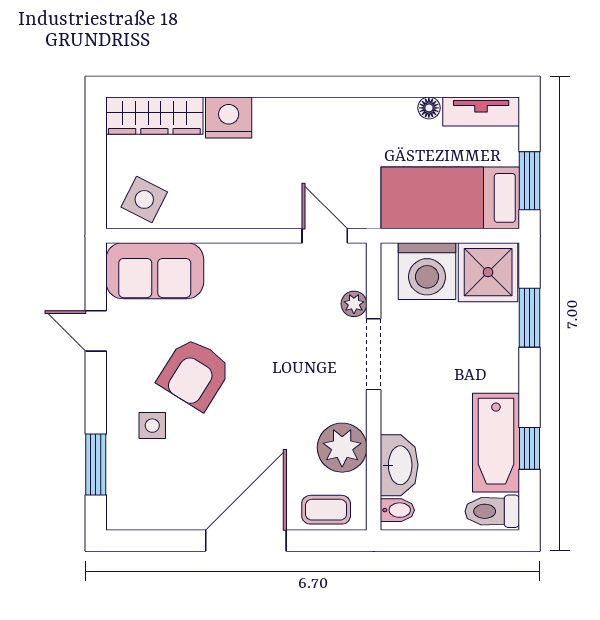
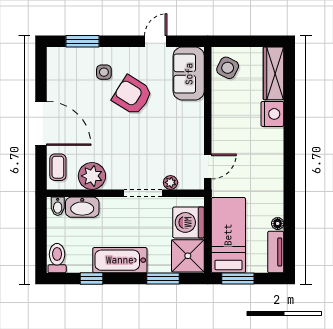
bathtub: (496, 443) -> (120, 260), moved

